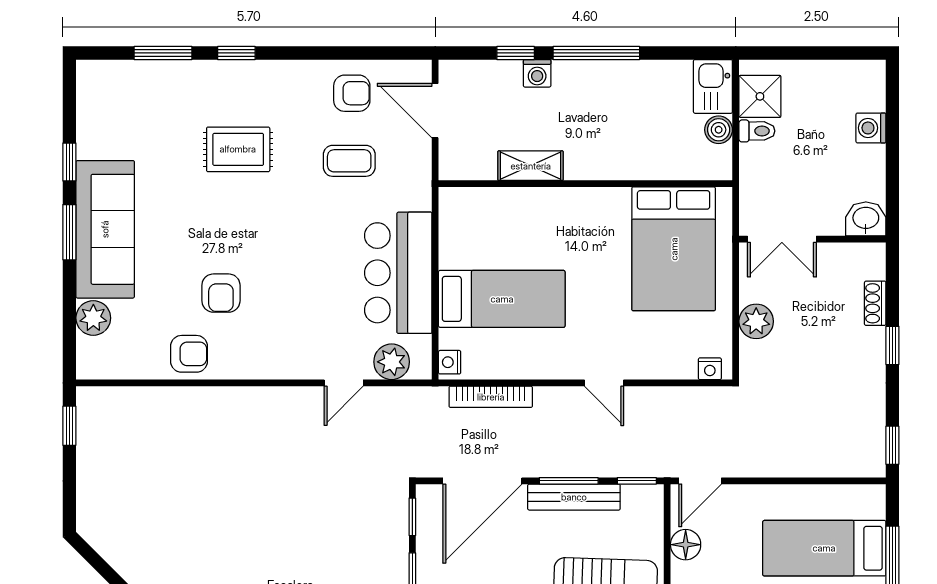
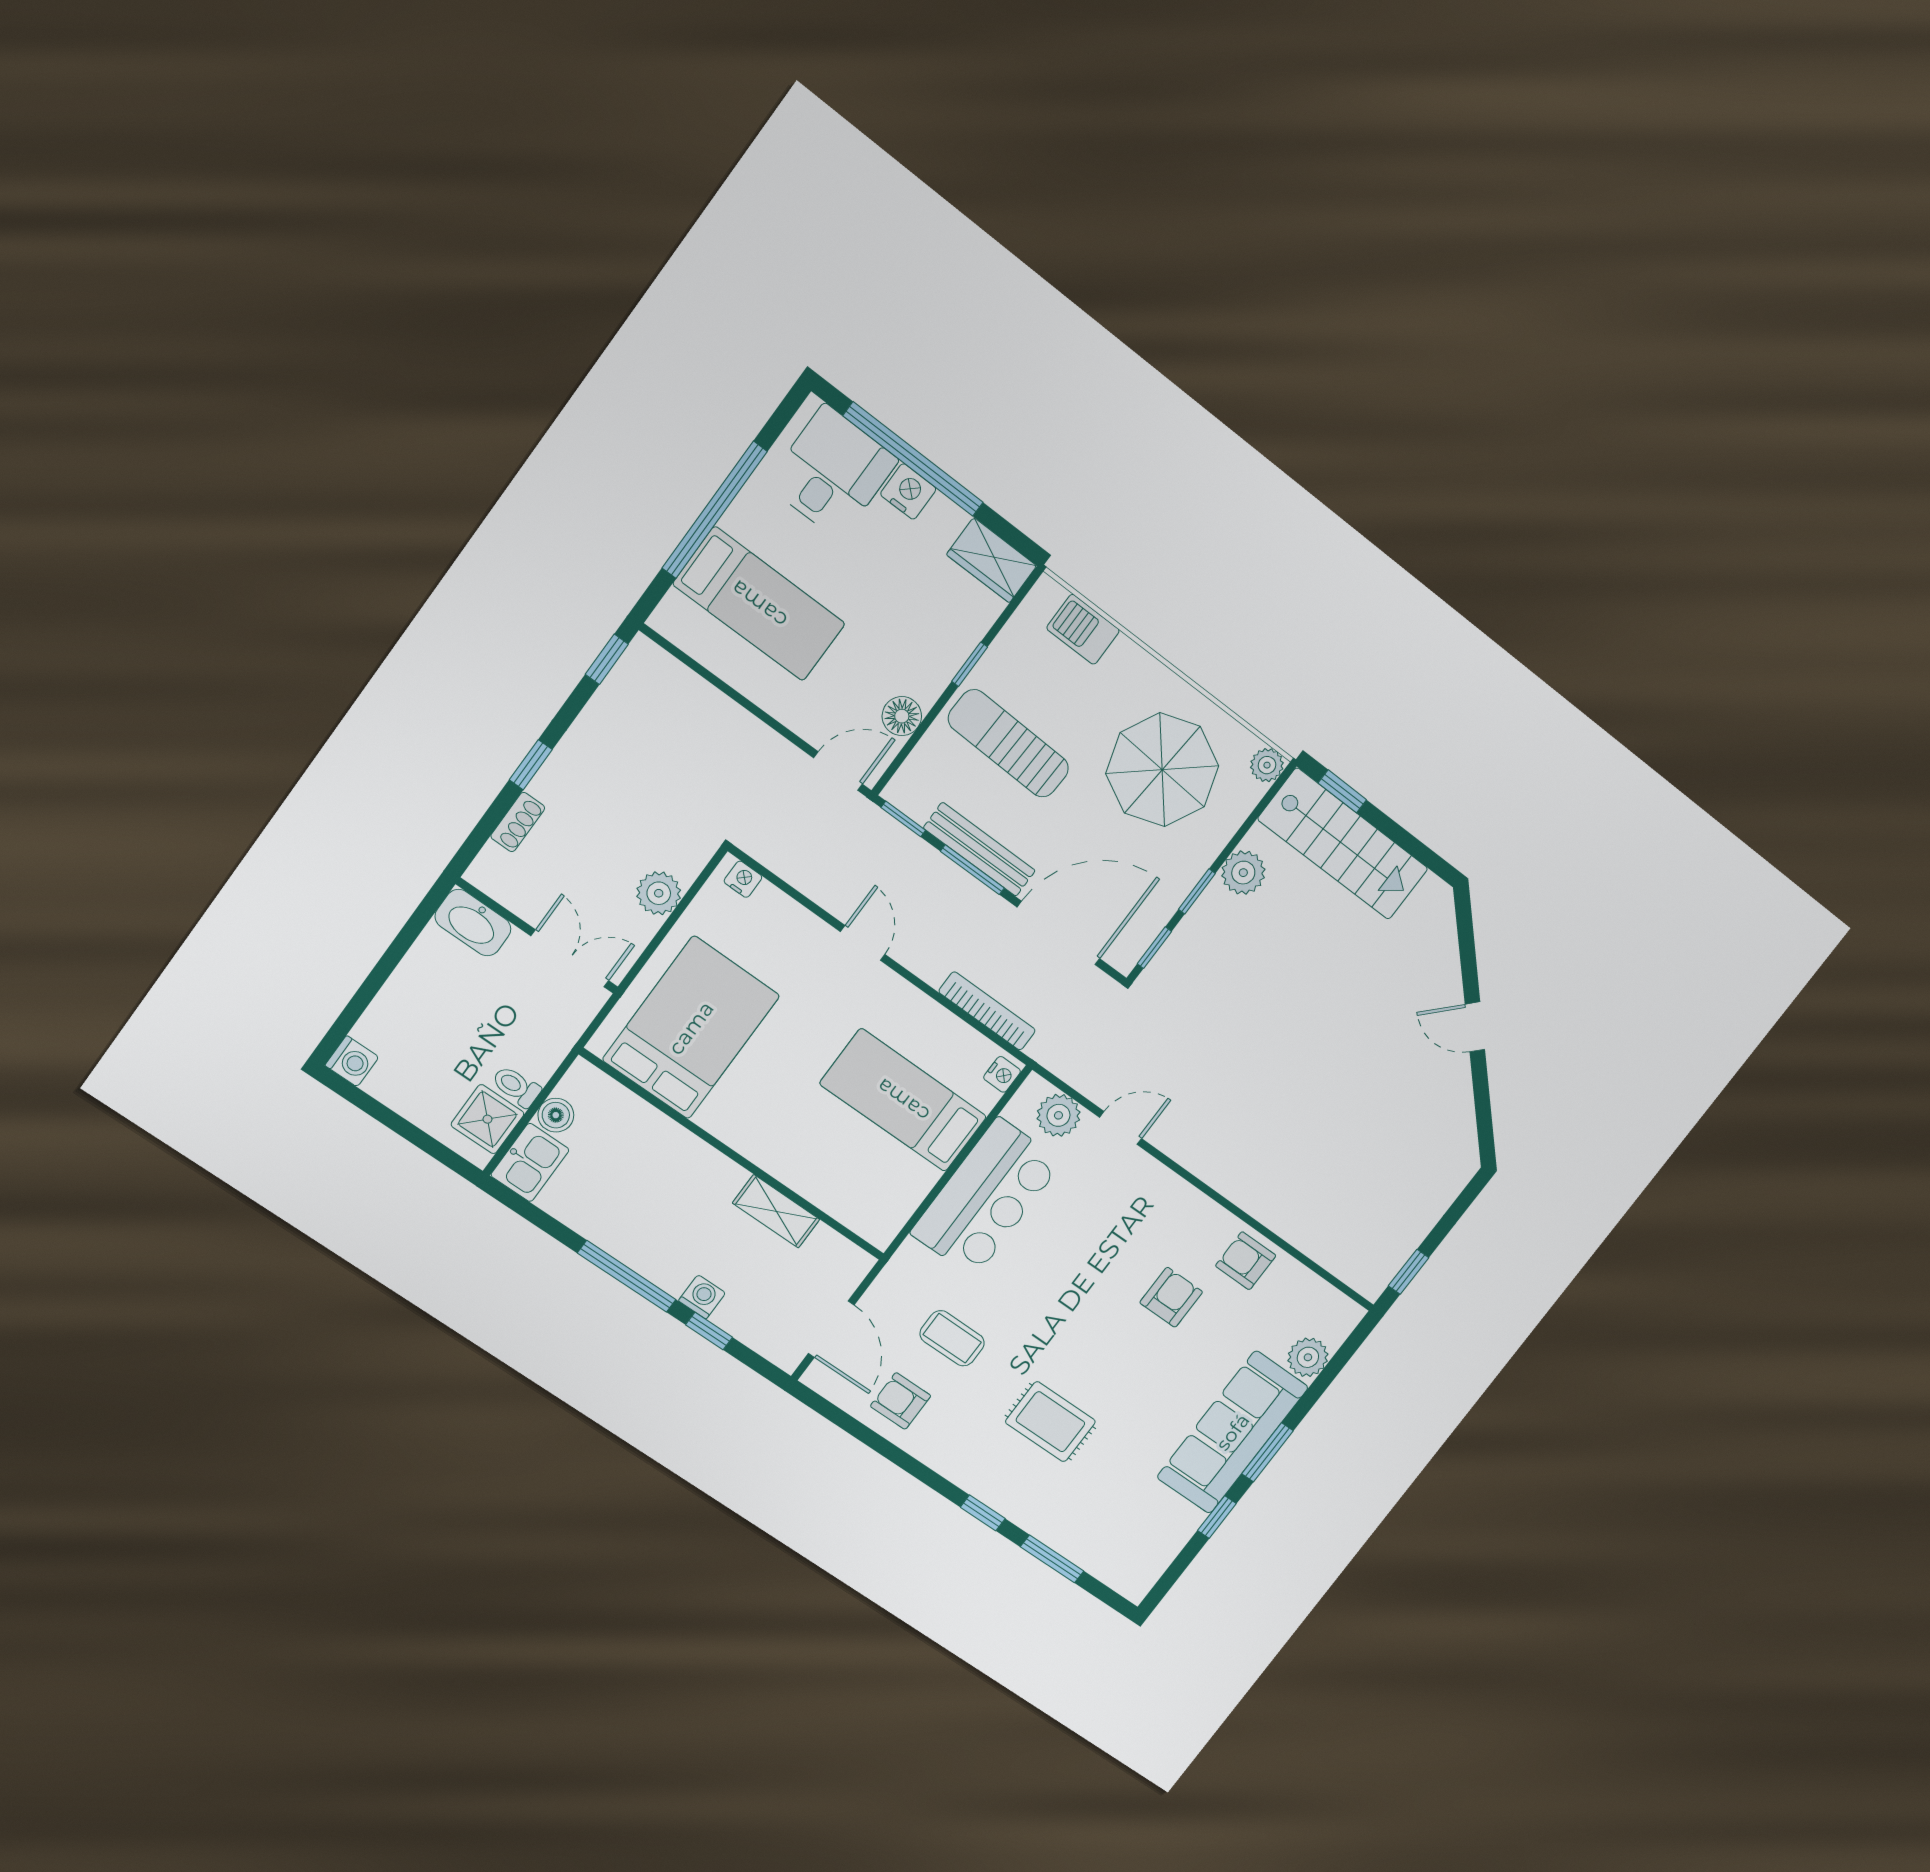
washing machine: (871, 128) -> (352, 1061), moved
washbasin: (866, 219) -> (473, 923), width x1.38

